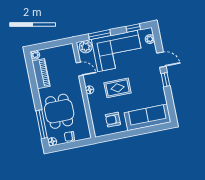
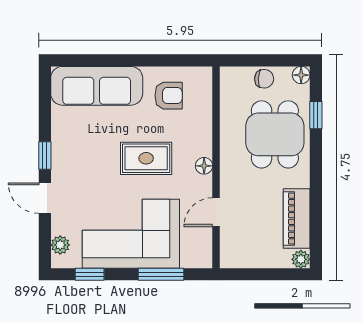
plant: (86, 47) -> (194, 255), removed
door: (80, 69) -> (216, 212), hinge flipped
window: (42, 124) -> (316, 115), width x0.46

